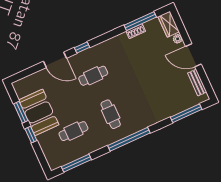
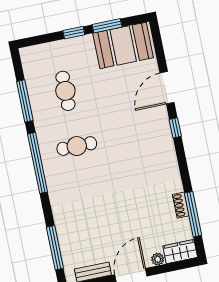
cafe table: (93, 76) -> (134, 134), removed
booth: (39, 112) -> (123, 45), moved
window: (76, 163) -> (25, 101), moved

